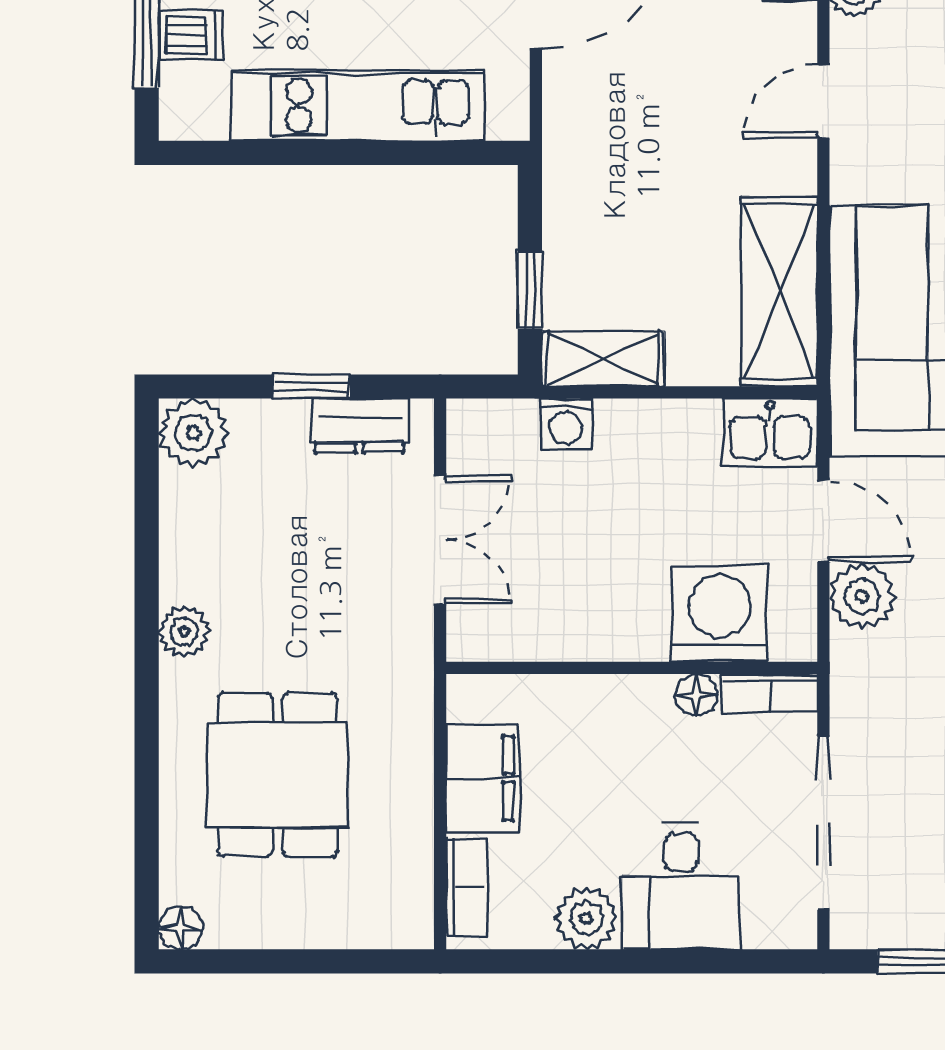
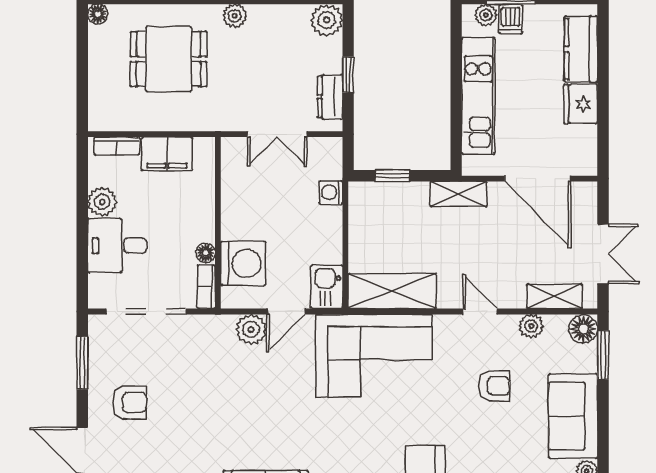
plant: (182, 89) -> (486, 15), added
shelving: (603, 359) -> (459, 194), moved, turned 90

